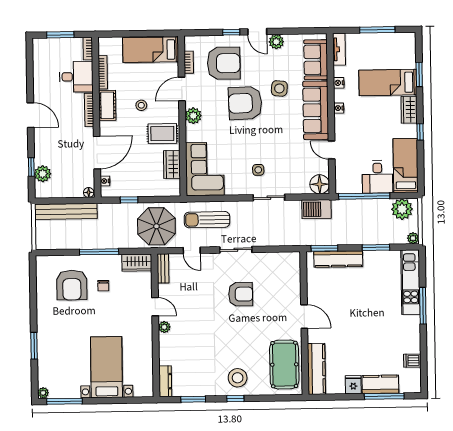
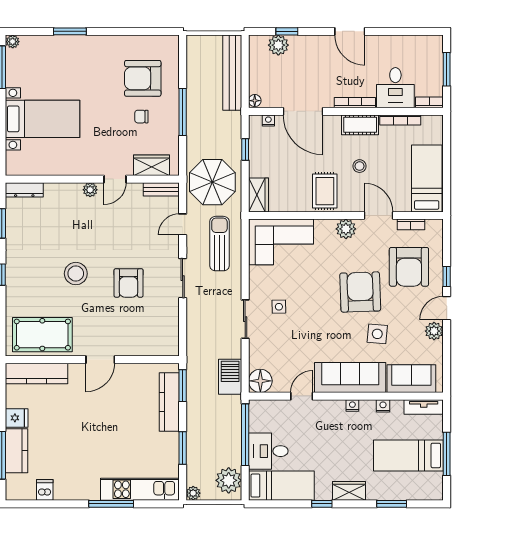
bed: (388, 82) -> (408, 455), moved, turned -90
door: (30, 115) -> (350, 31), hinge flipped
wardrobe: (172, 164) -> (258, 195), moved, turned 90
wardrobe: (137, 263) -> (152, 165), moved, turned 90
stool: (238, 378) -> (76, 274), moved

